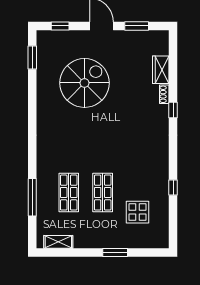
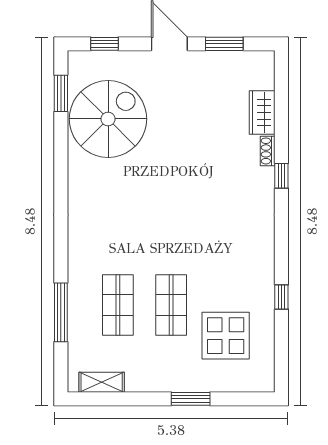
spiral stairs: (84, 83) -> (108, 119), moved
display table: (137, 212) -> (226, 336), width x1.36, depth x1.36

